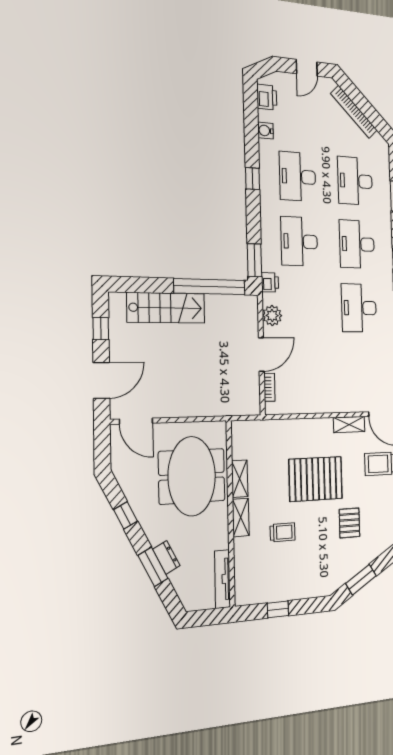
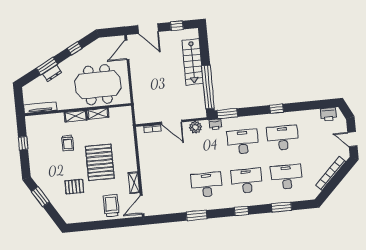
water cooler: (266, 131) -> (308, 115), removed

